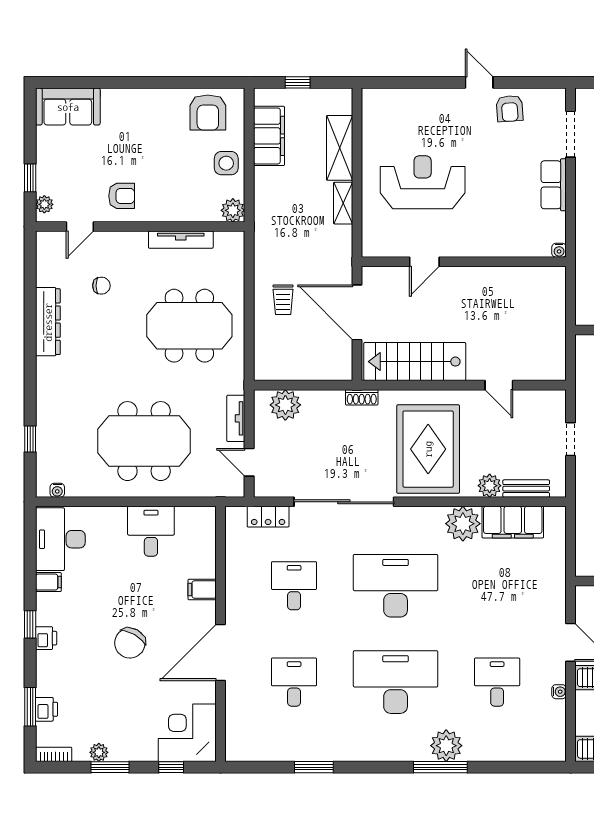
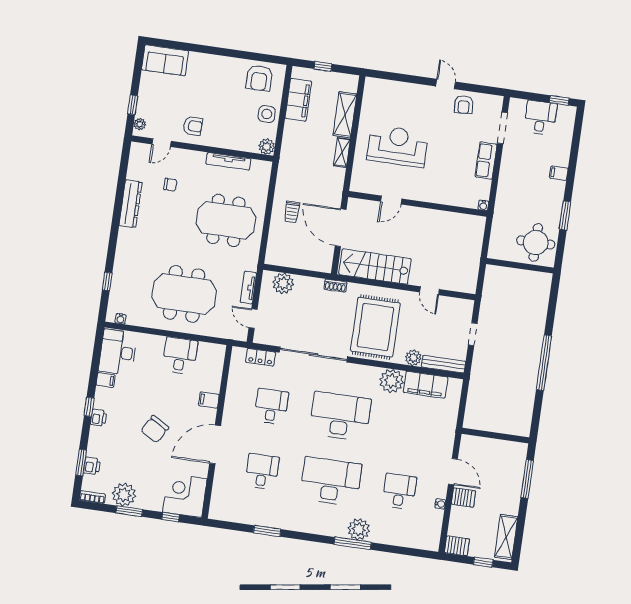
bench: (526, 489) -> (444, 364), width x1.36
plant: (99, 752) -> (124, 495), width x1.88, depth x1.88

